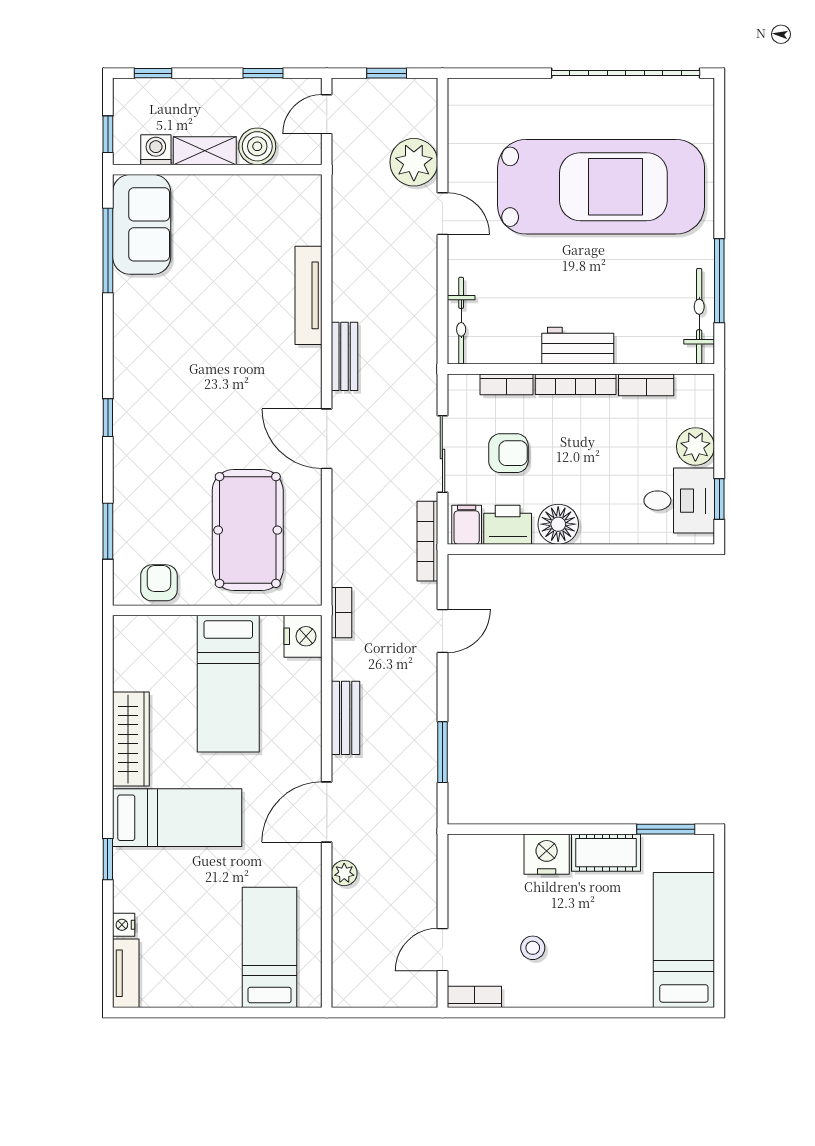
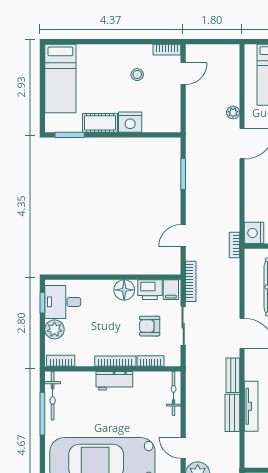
bookcase: (646, 385) -> (61, 361), moved
bench: (346, 718) -> (232, 413), moved

